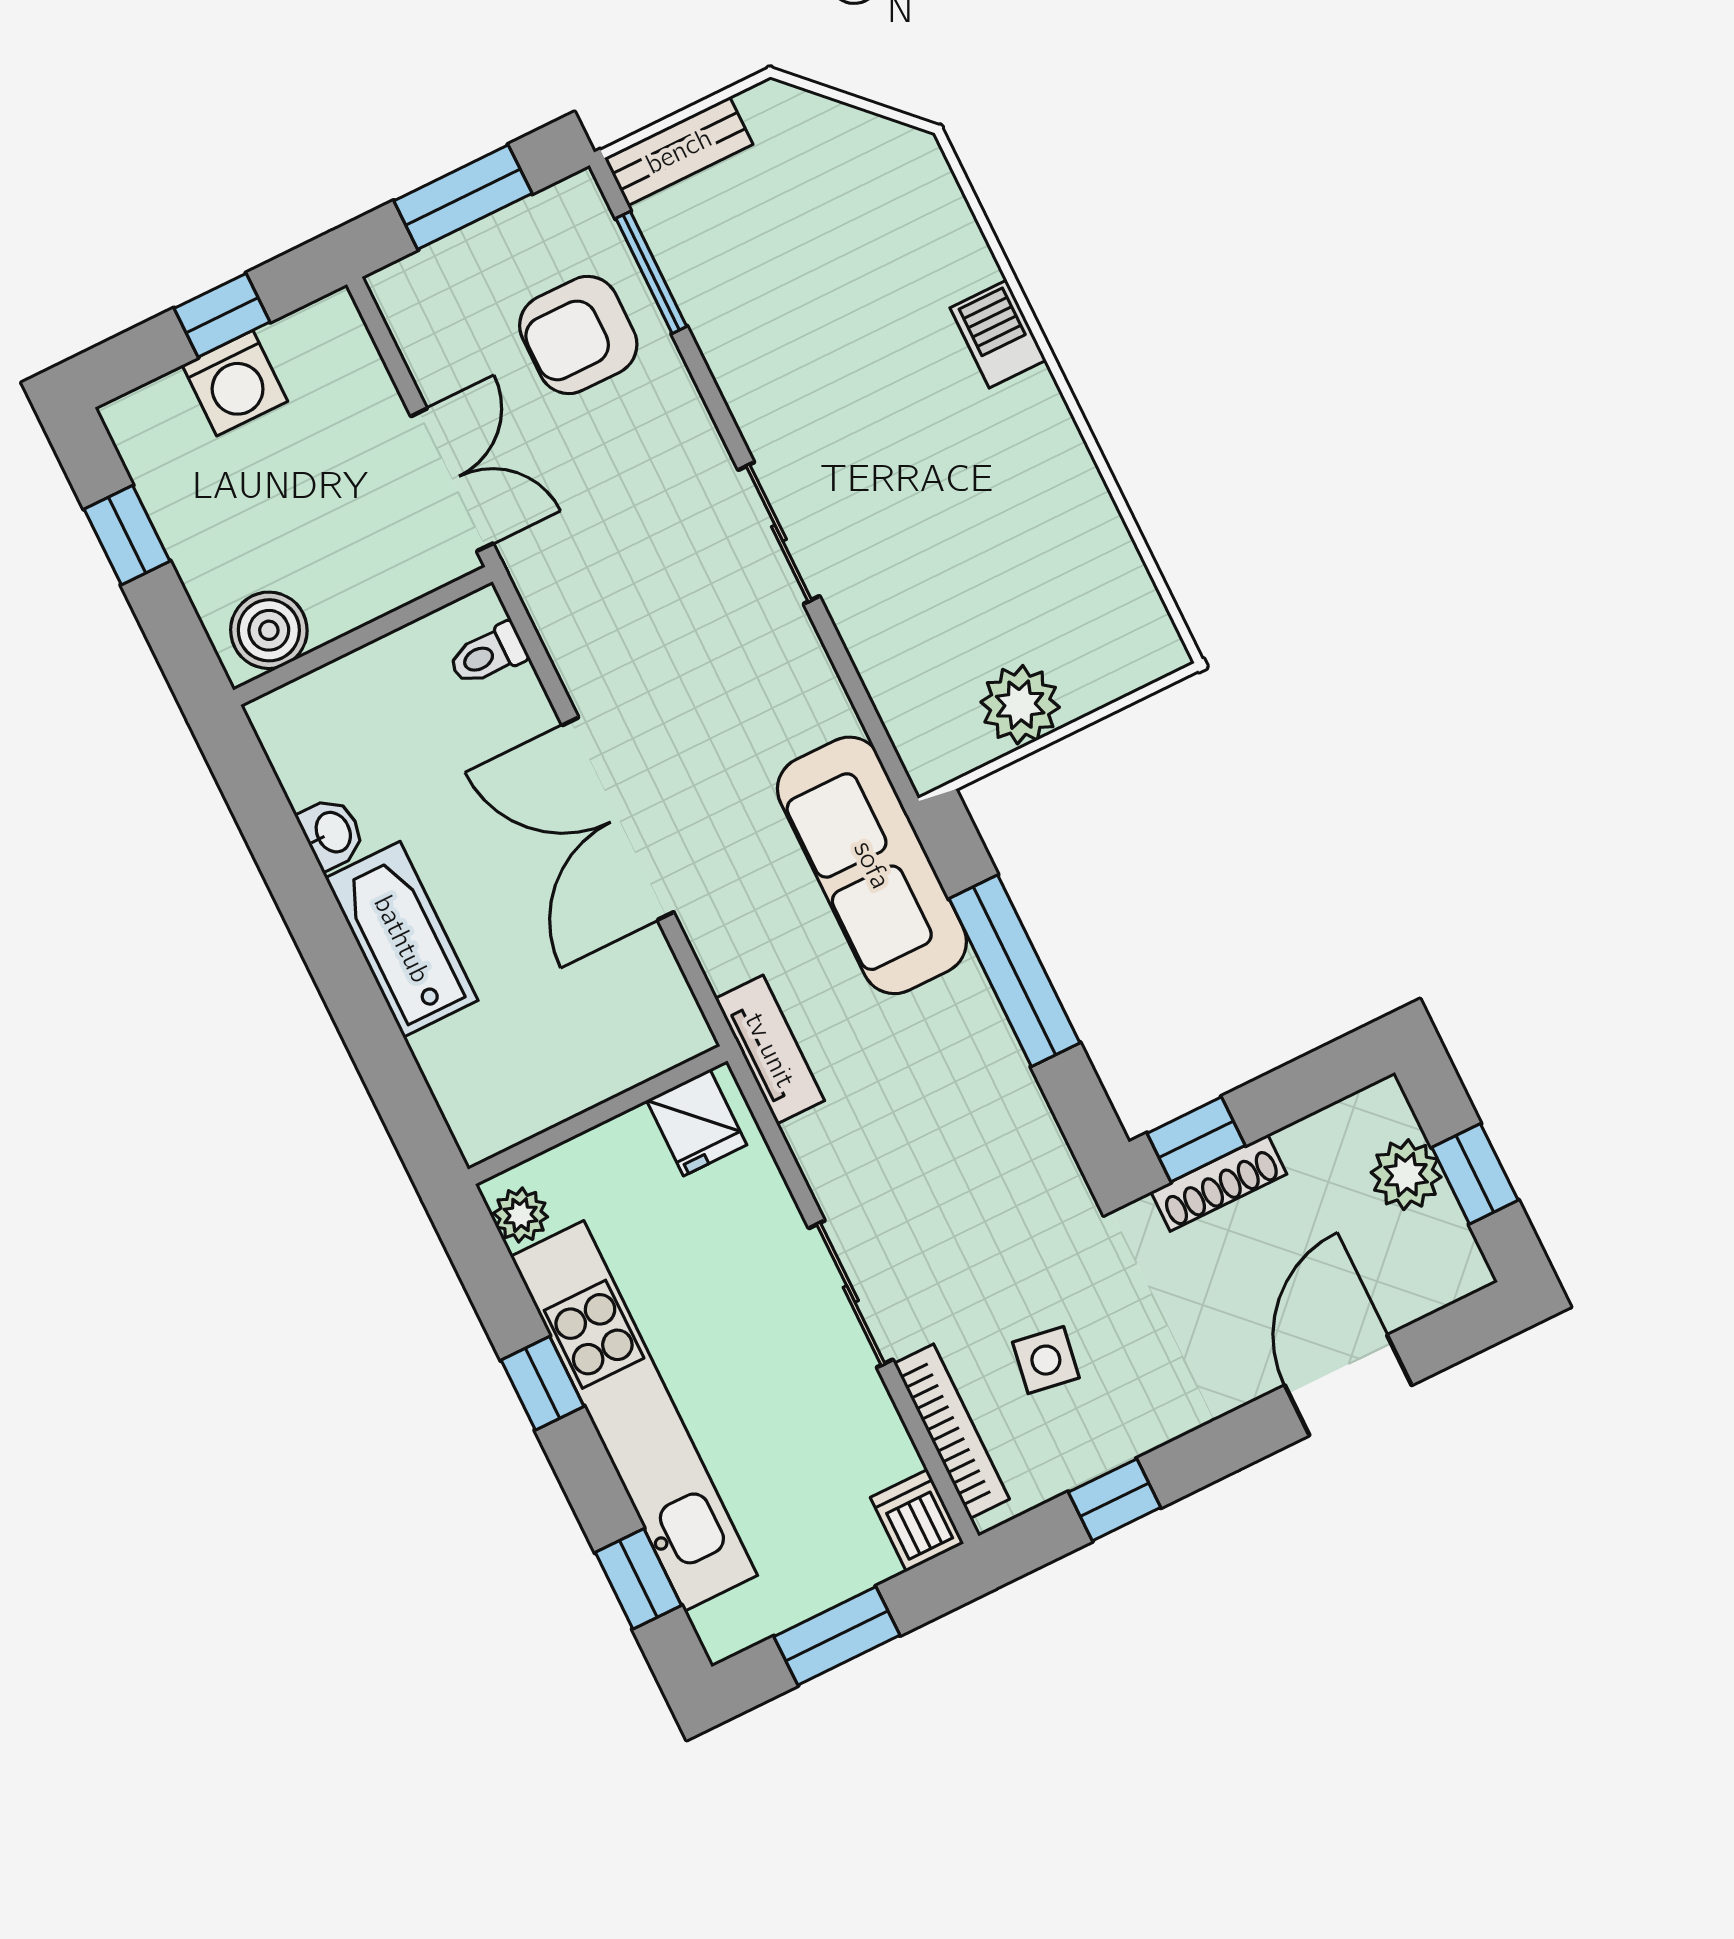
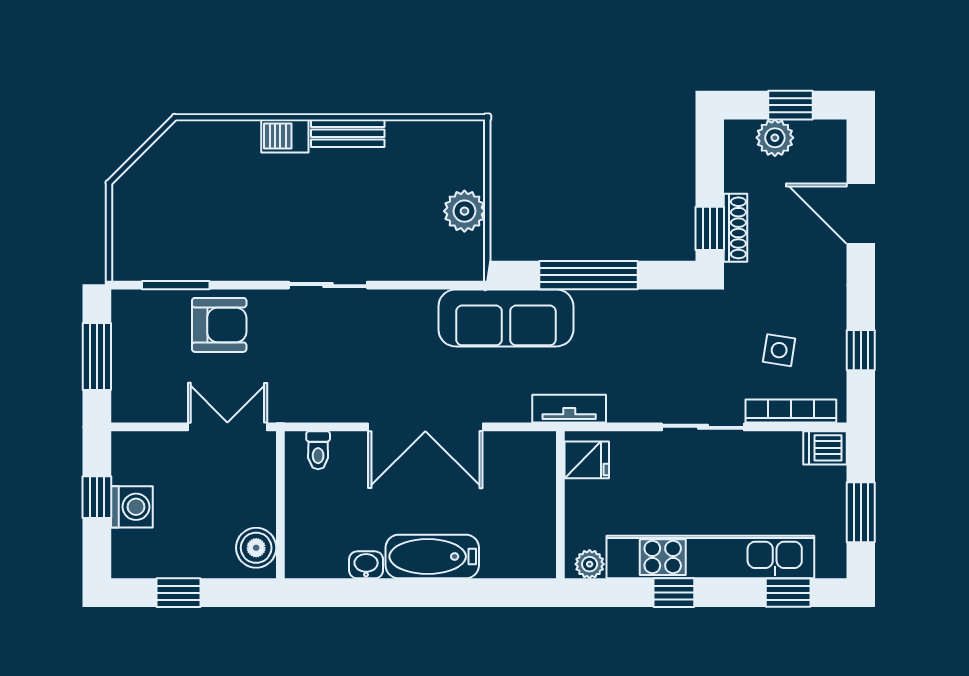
bench: (679, 151) -> (348, 133), moved, turned 90
armchair: (578, 335) -> (219, 325), moved, turned -90

